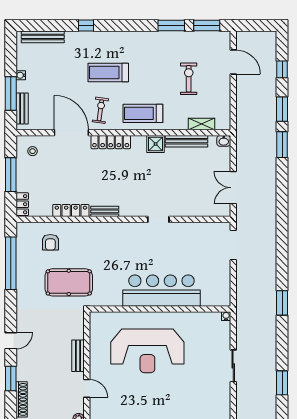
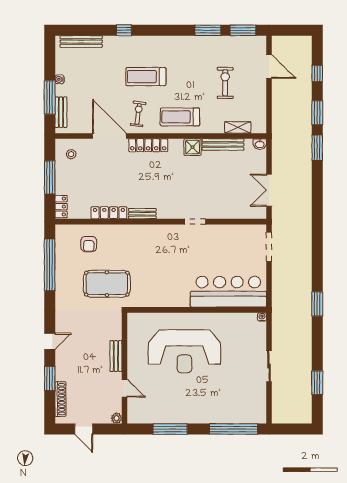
bar counter: (161, 291) -> (228, 292), moved

